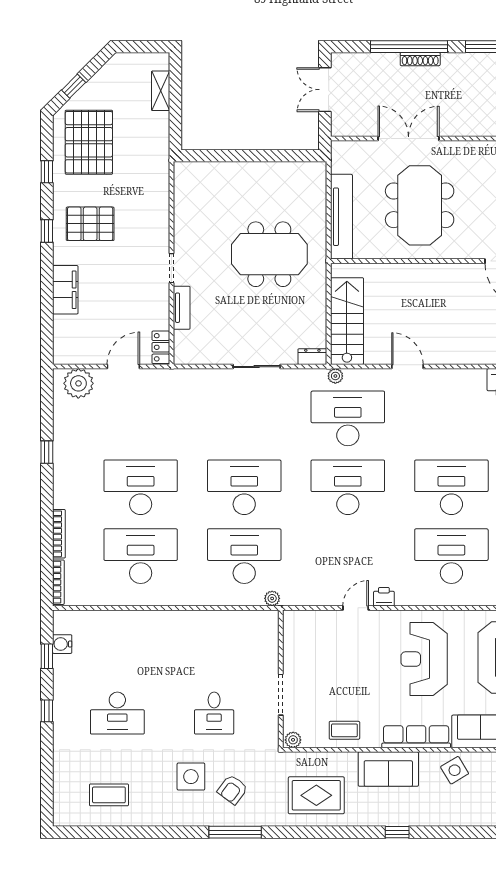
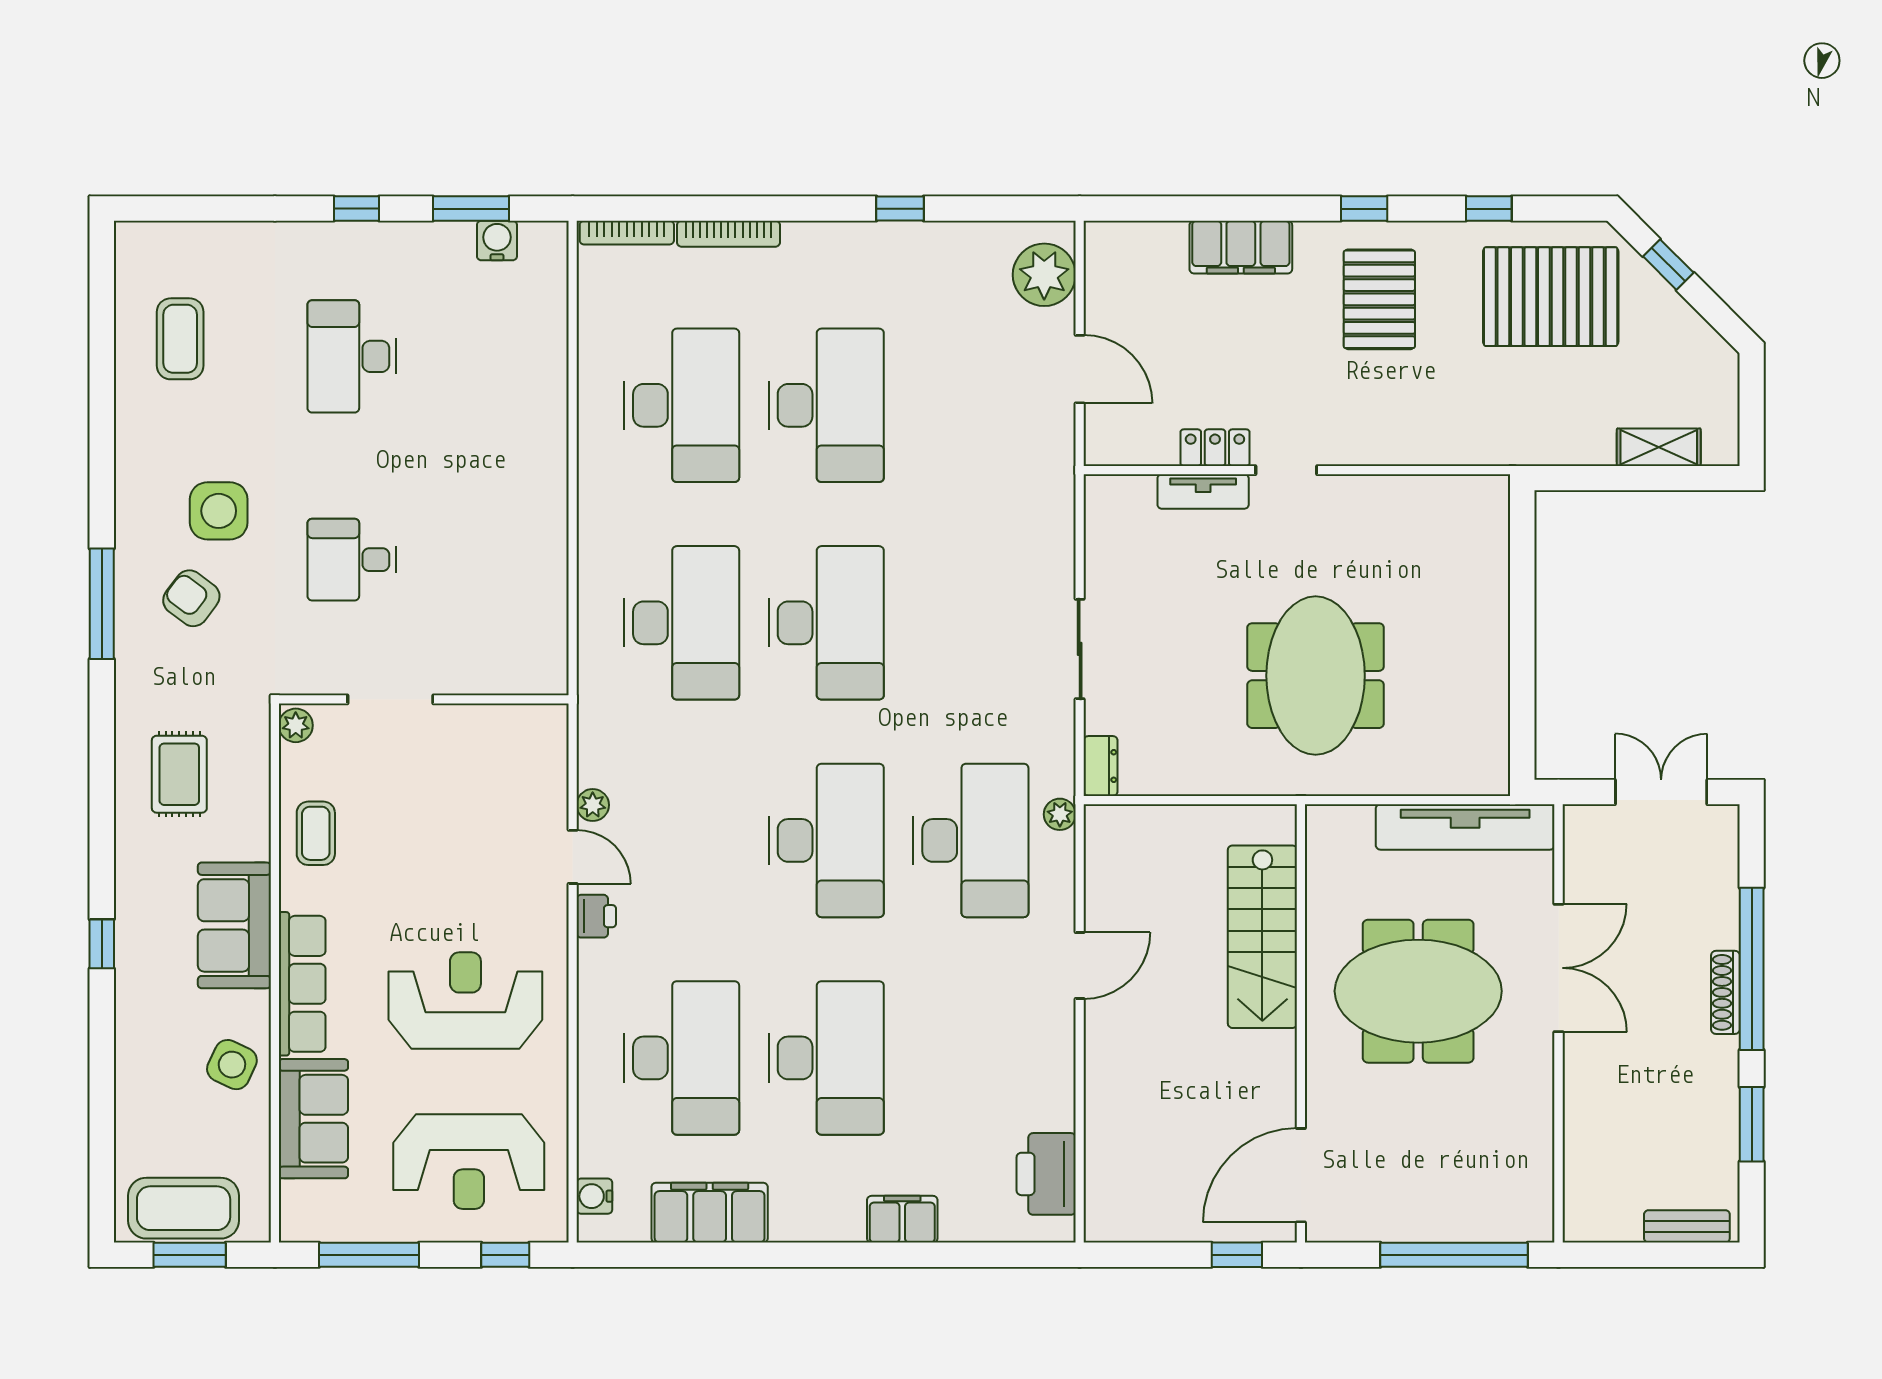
tv unit: (341, 217) -> (1465, 827), moved
stairs: (347, 321) -> (1262, 937), moved, turned 90
locker: (161, 347) -> (1215, 448), moved
plant: (272, 598) -> (593, 805), moved
window: (47, 656) -> (471, 209), width x1.50
side table: (455, 770) -> (232, 1065), turned -34
rug: (316, 795) -> (179, 774), width x0.73, depth x0.70

